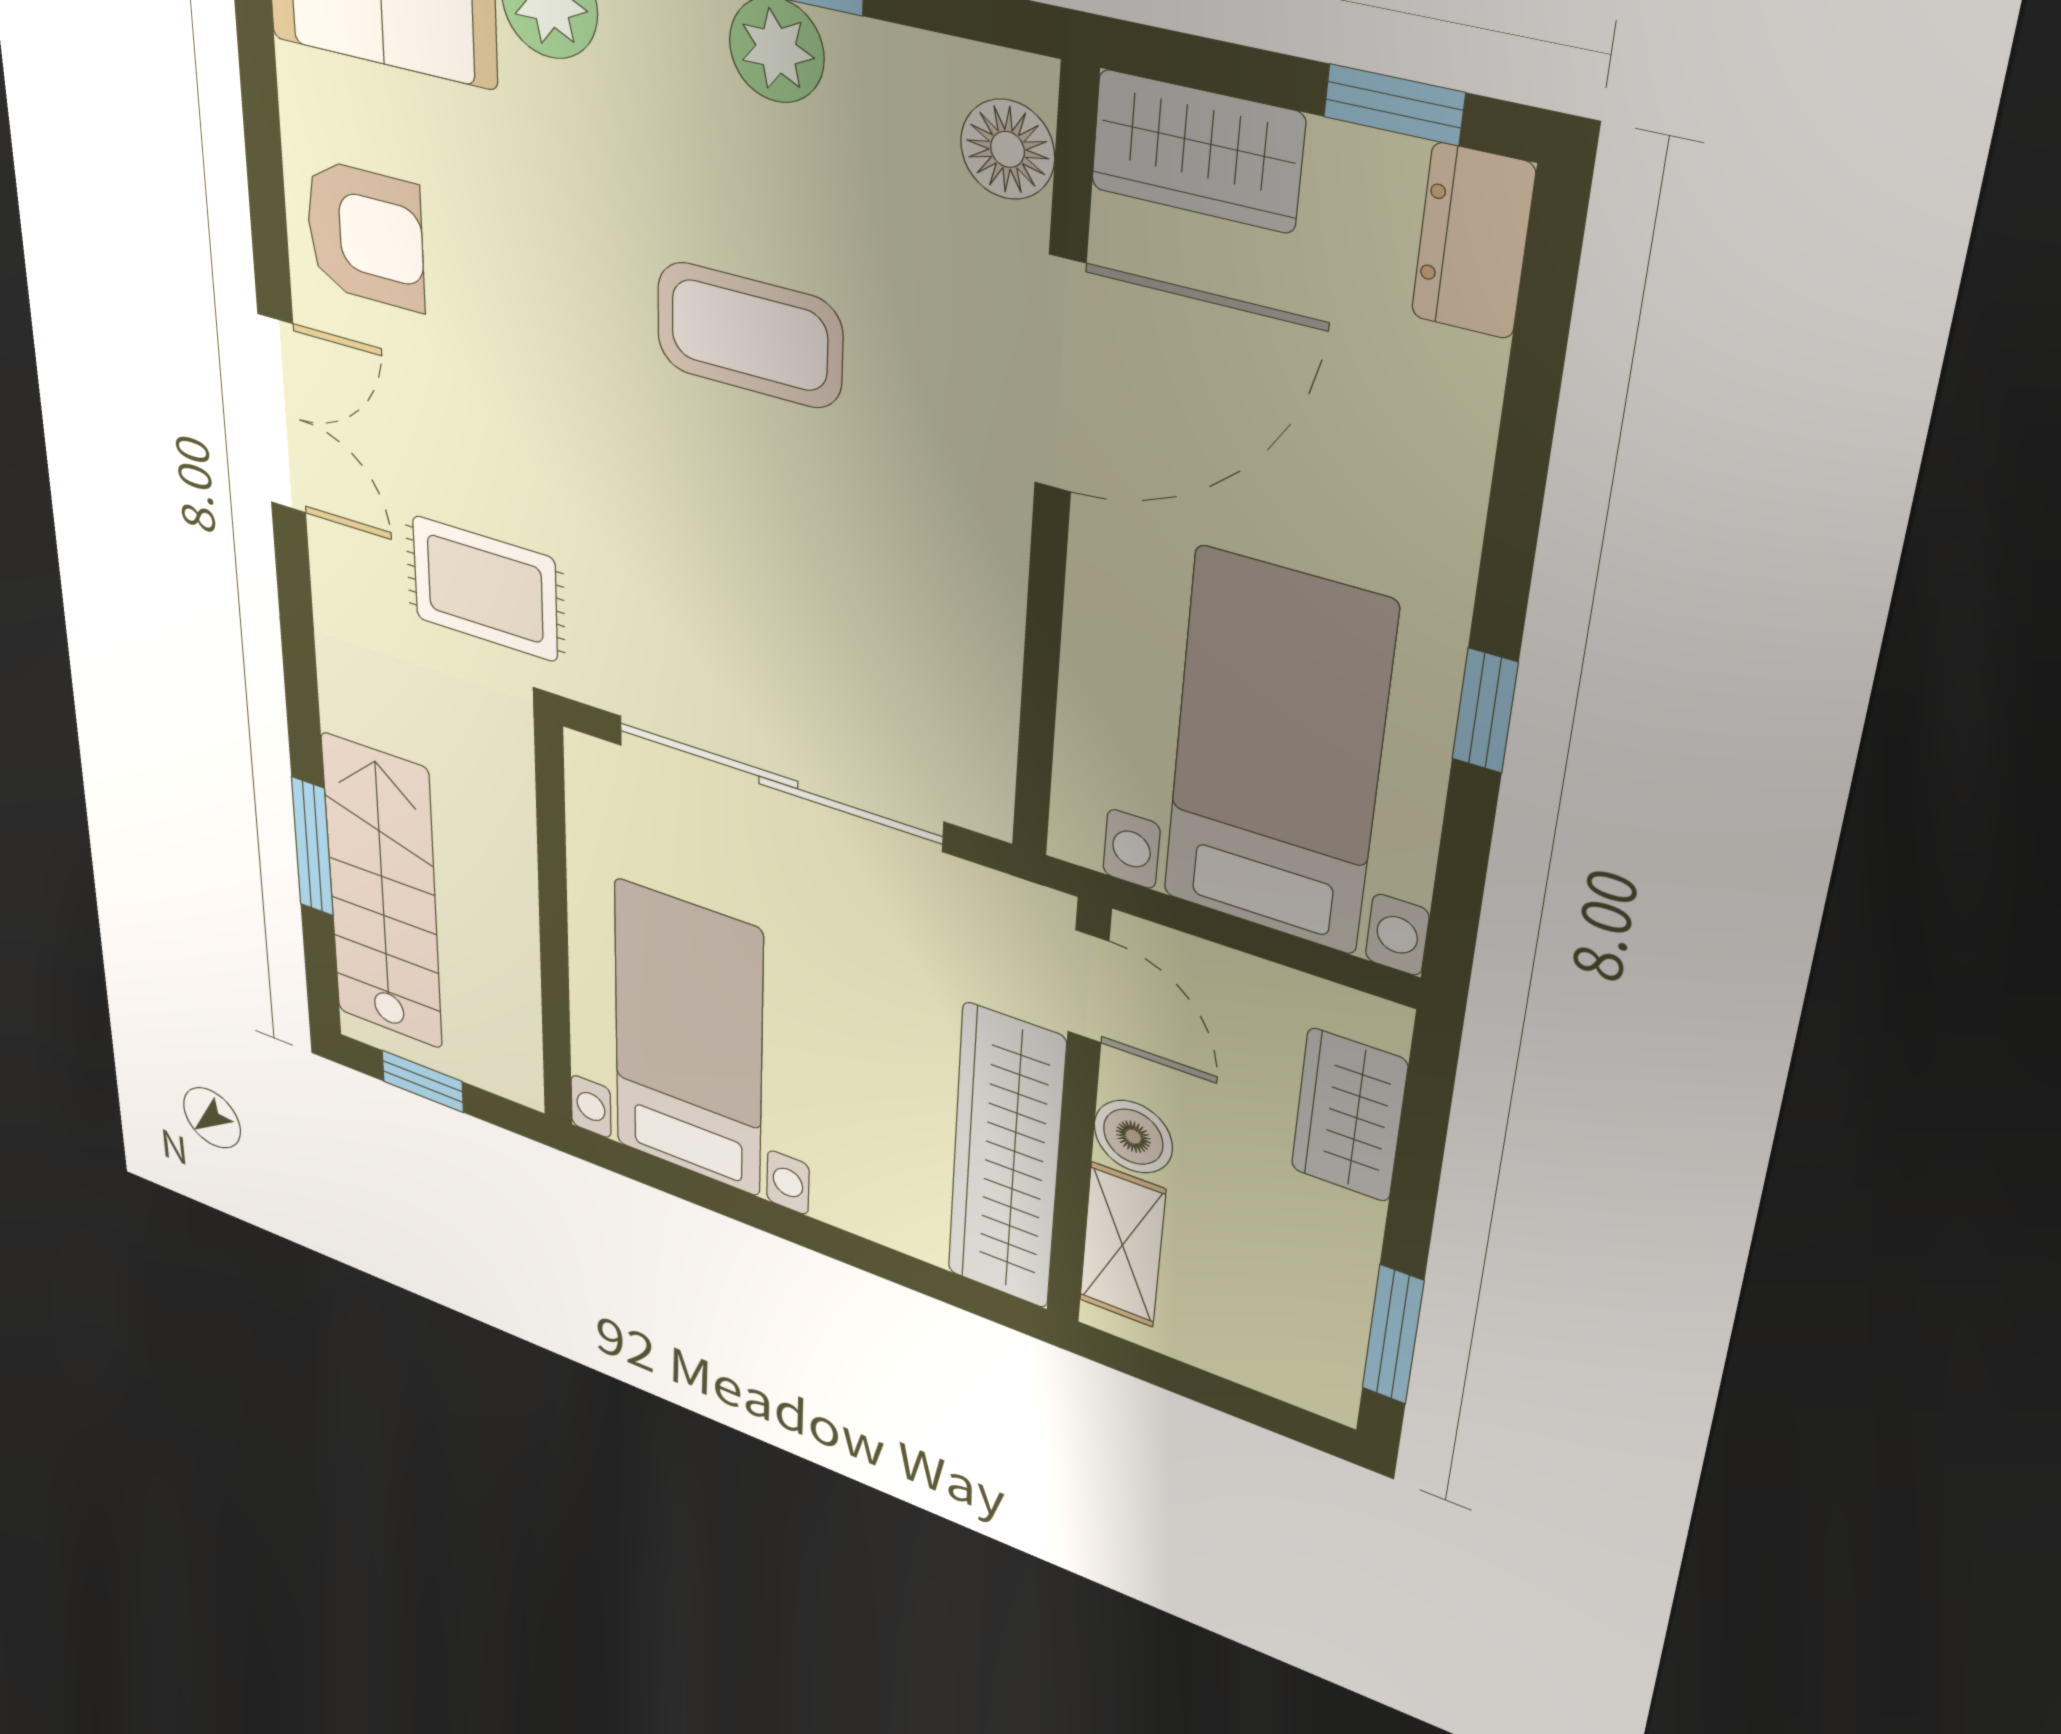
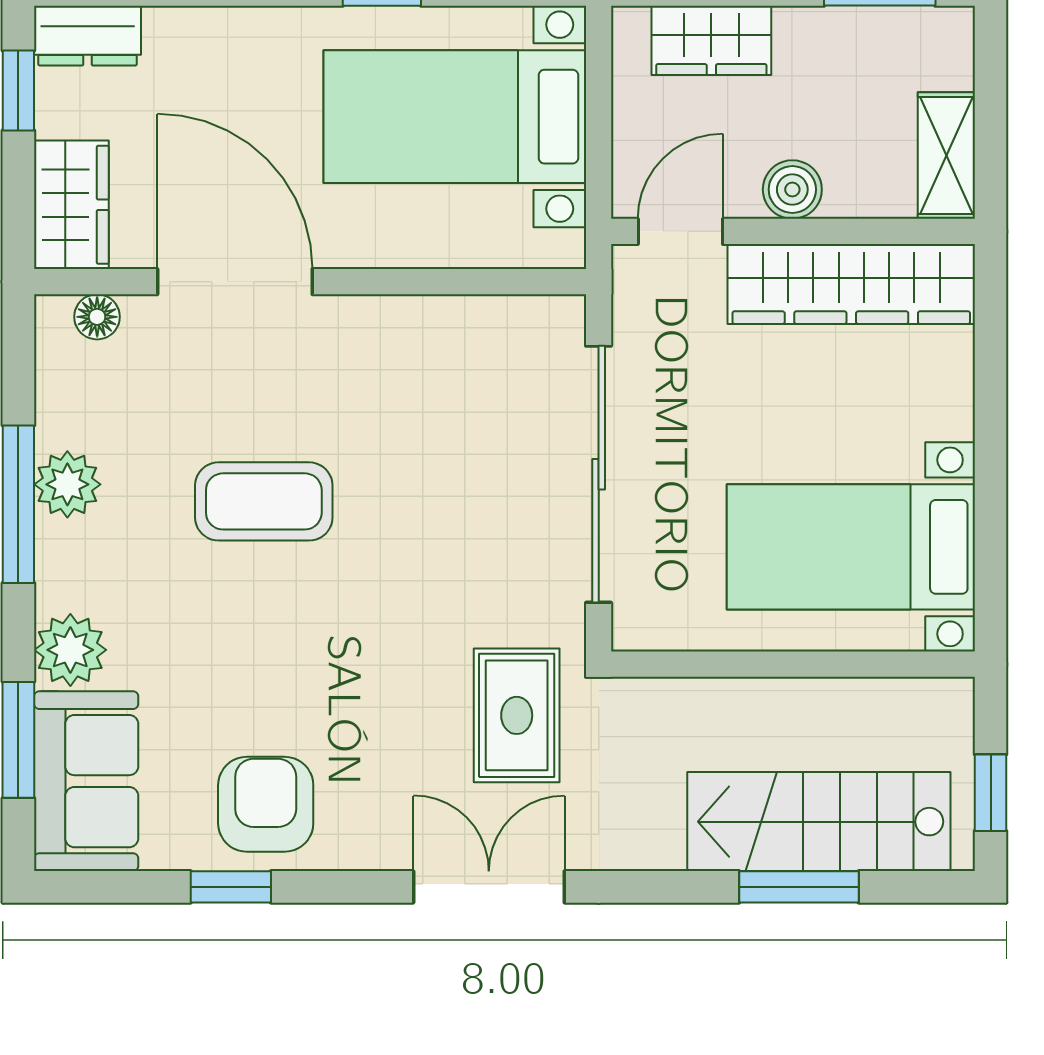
floor lamp: (1007, 149) -> (97, 317), width x0.73, depth x0.73
window: (264, 162) -> (231, 887), added
coffee table: (749, 335) -> (264, 501), turned 90
double door: (282, 414) -> (489, 887), moved
shelving: (1122, 1245) -> (946, 155), moved, turned 90

